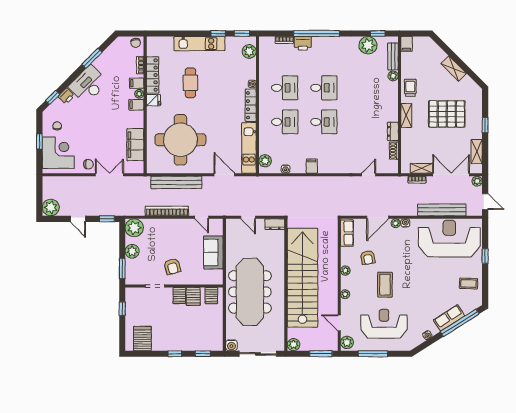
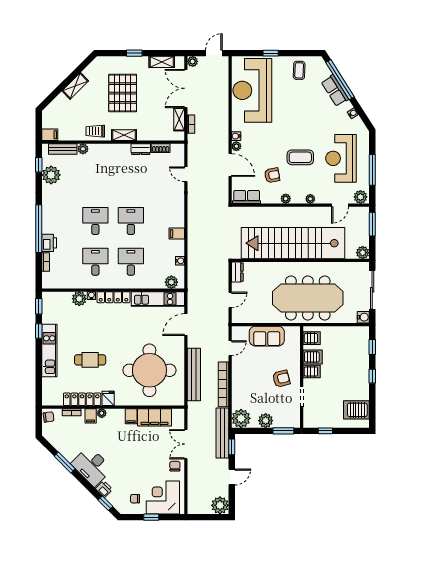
plant: (249, 51) -> (79, 299), moved
filing cabinet: (136, 105) -> (131, 416), moved
bench: (442, 210) -> (222, 433), moved

